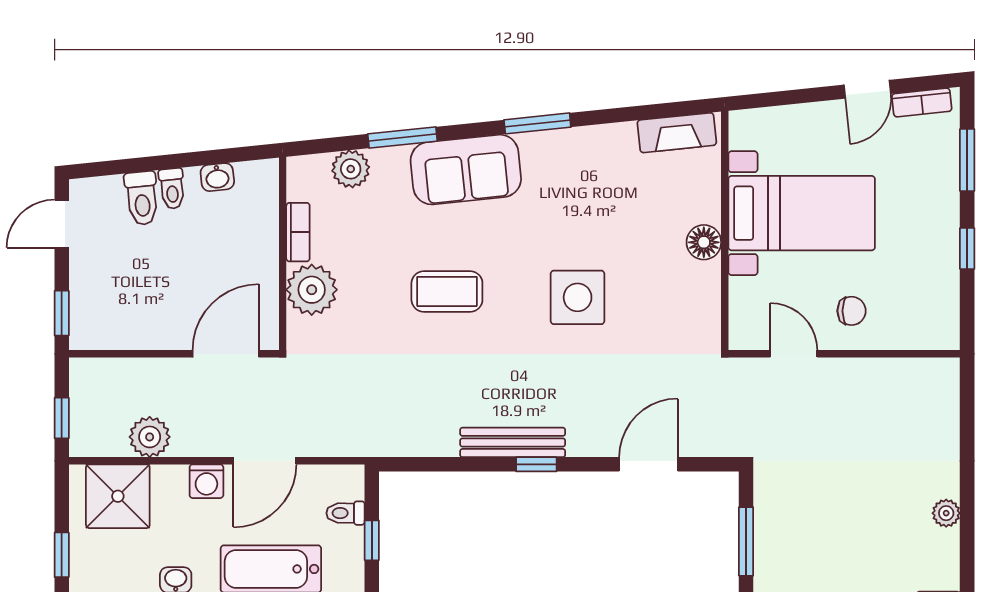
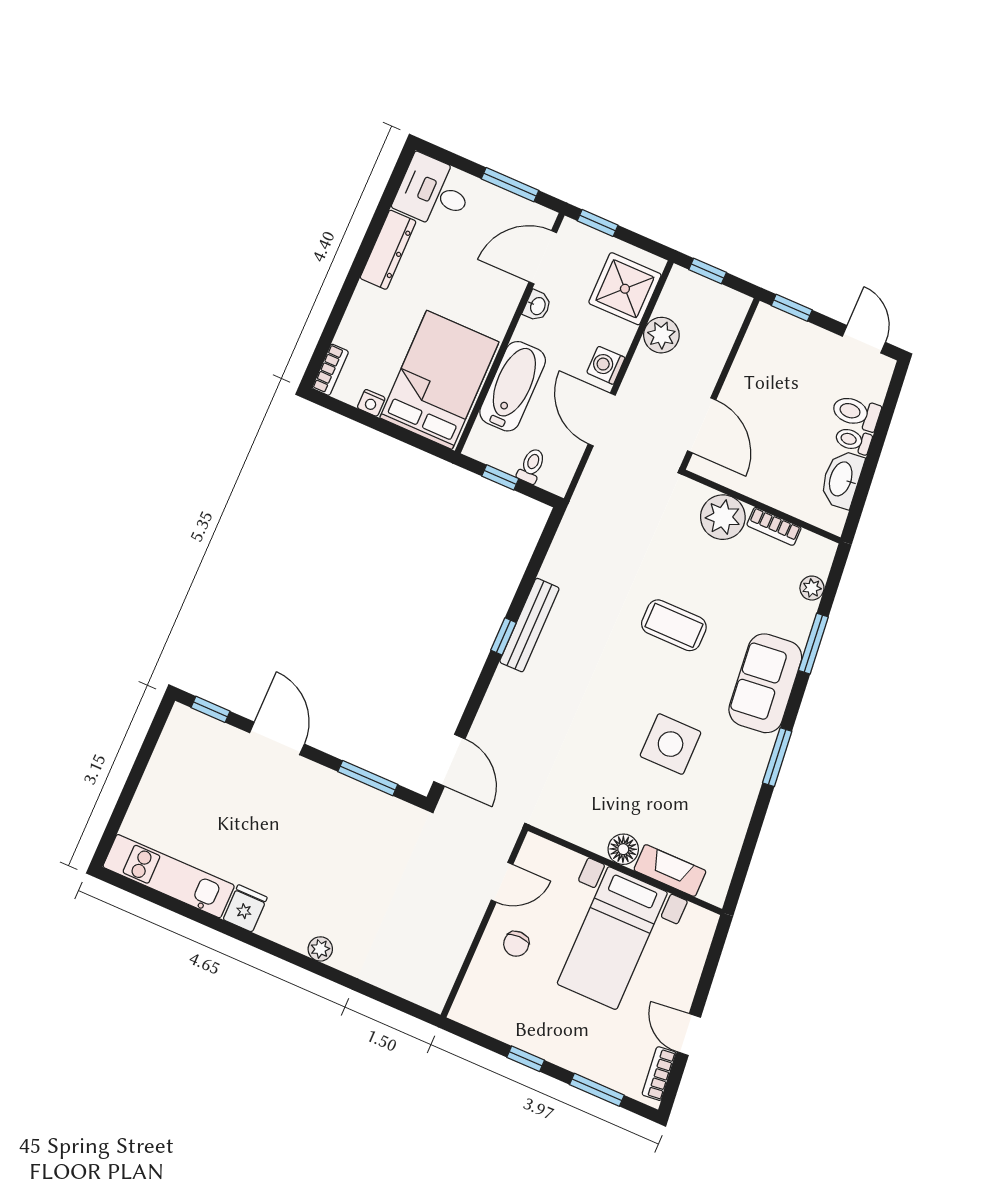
fireplace: (677, 133) -> (670, 871), moved, turned 96
plant: (351, 169) -> (812, 588), width x0.73, depth x0.73
washbasin: (217, 177) -> (842, 479), width x1.91, depth x1.45
coffee table: (447, 291) -> (674, 625), turned 90
side table: (578, 297) -> (671, 744), moved
door: (649, 464) -> (449, 760), moved

